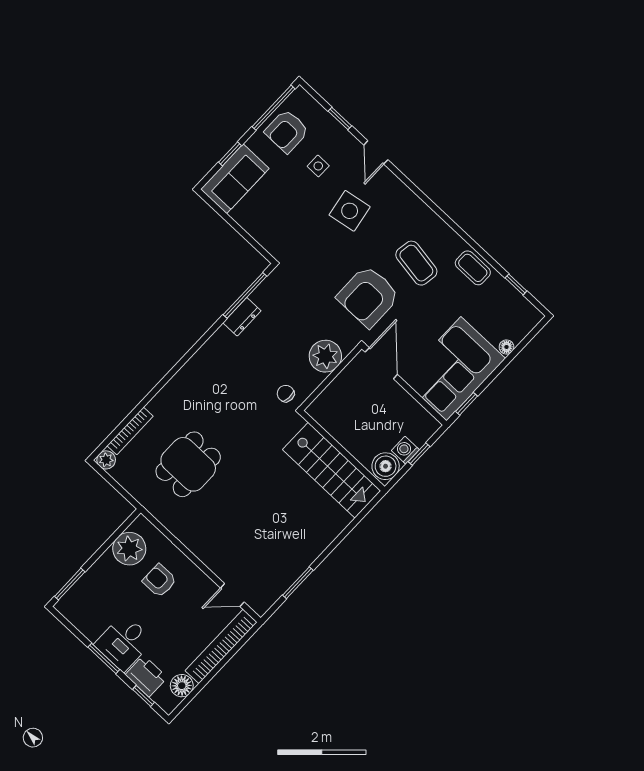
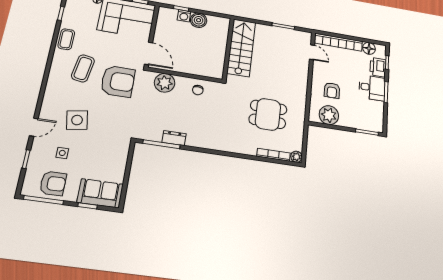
door: (381, 363) -> (149, 53), swing flipped
wall: (342, 451) -> (228, 49), moved
stairs: (332, 470) -> (241, 48), moved

